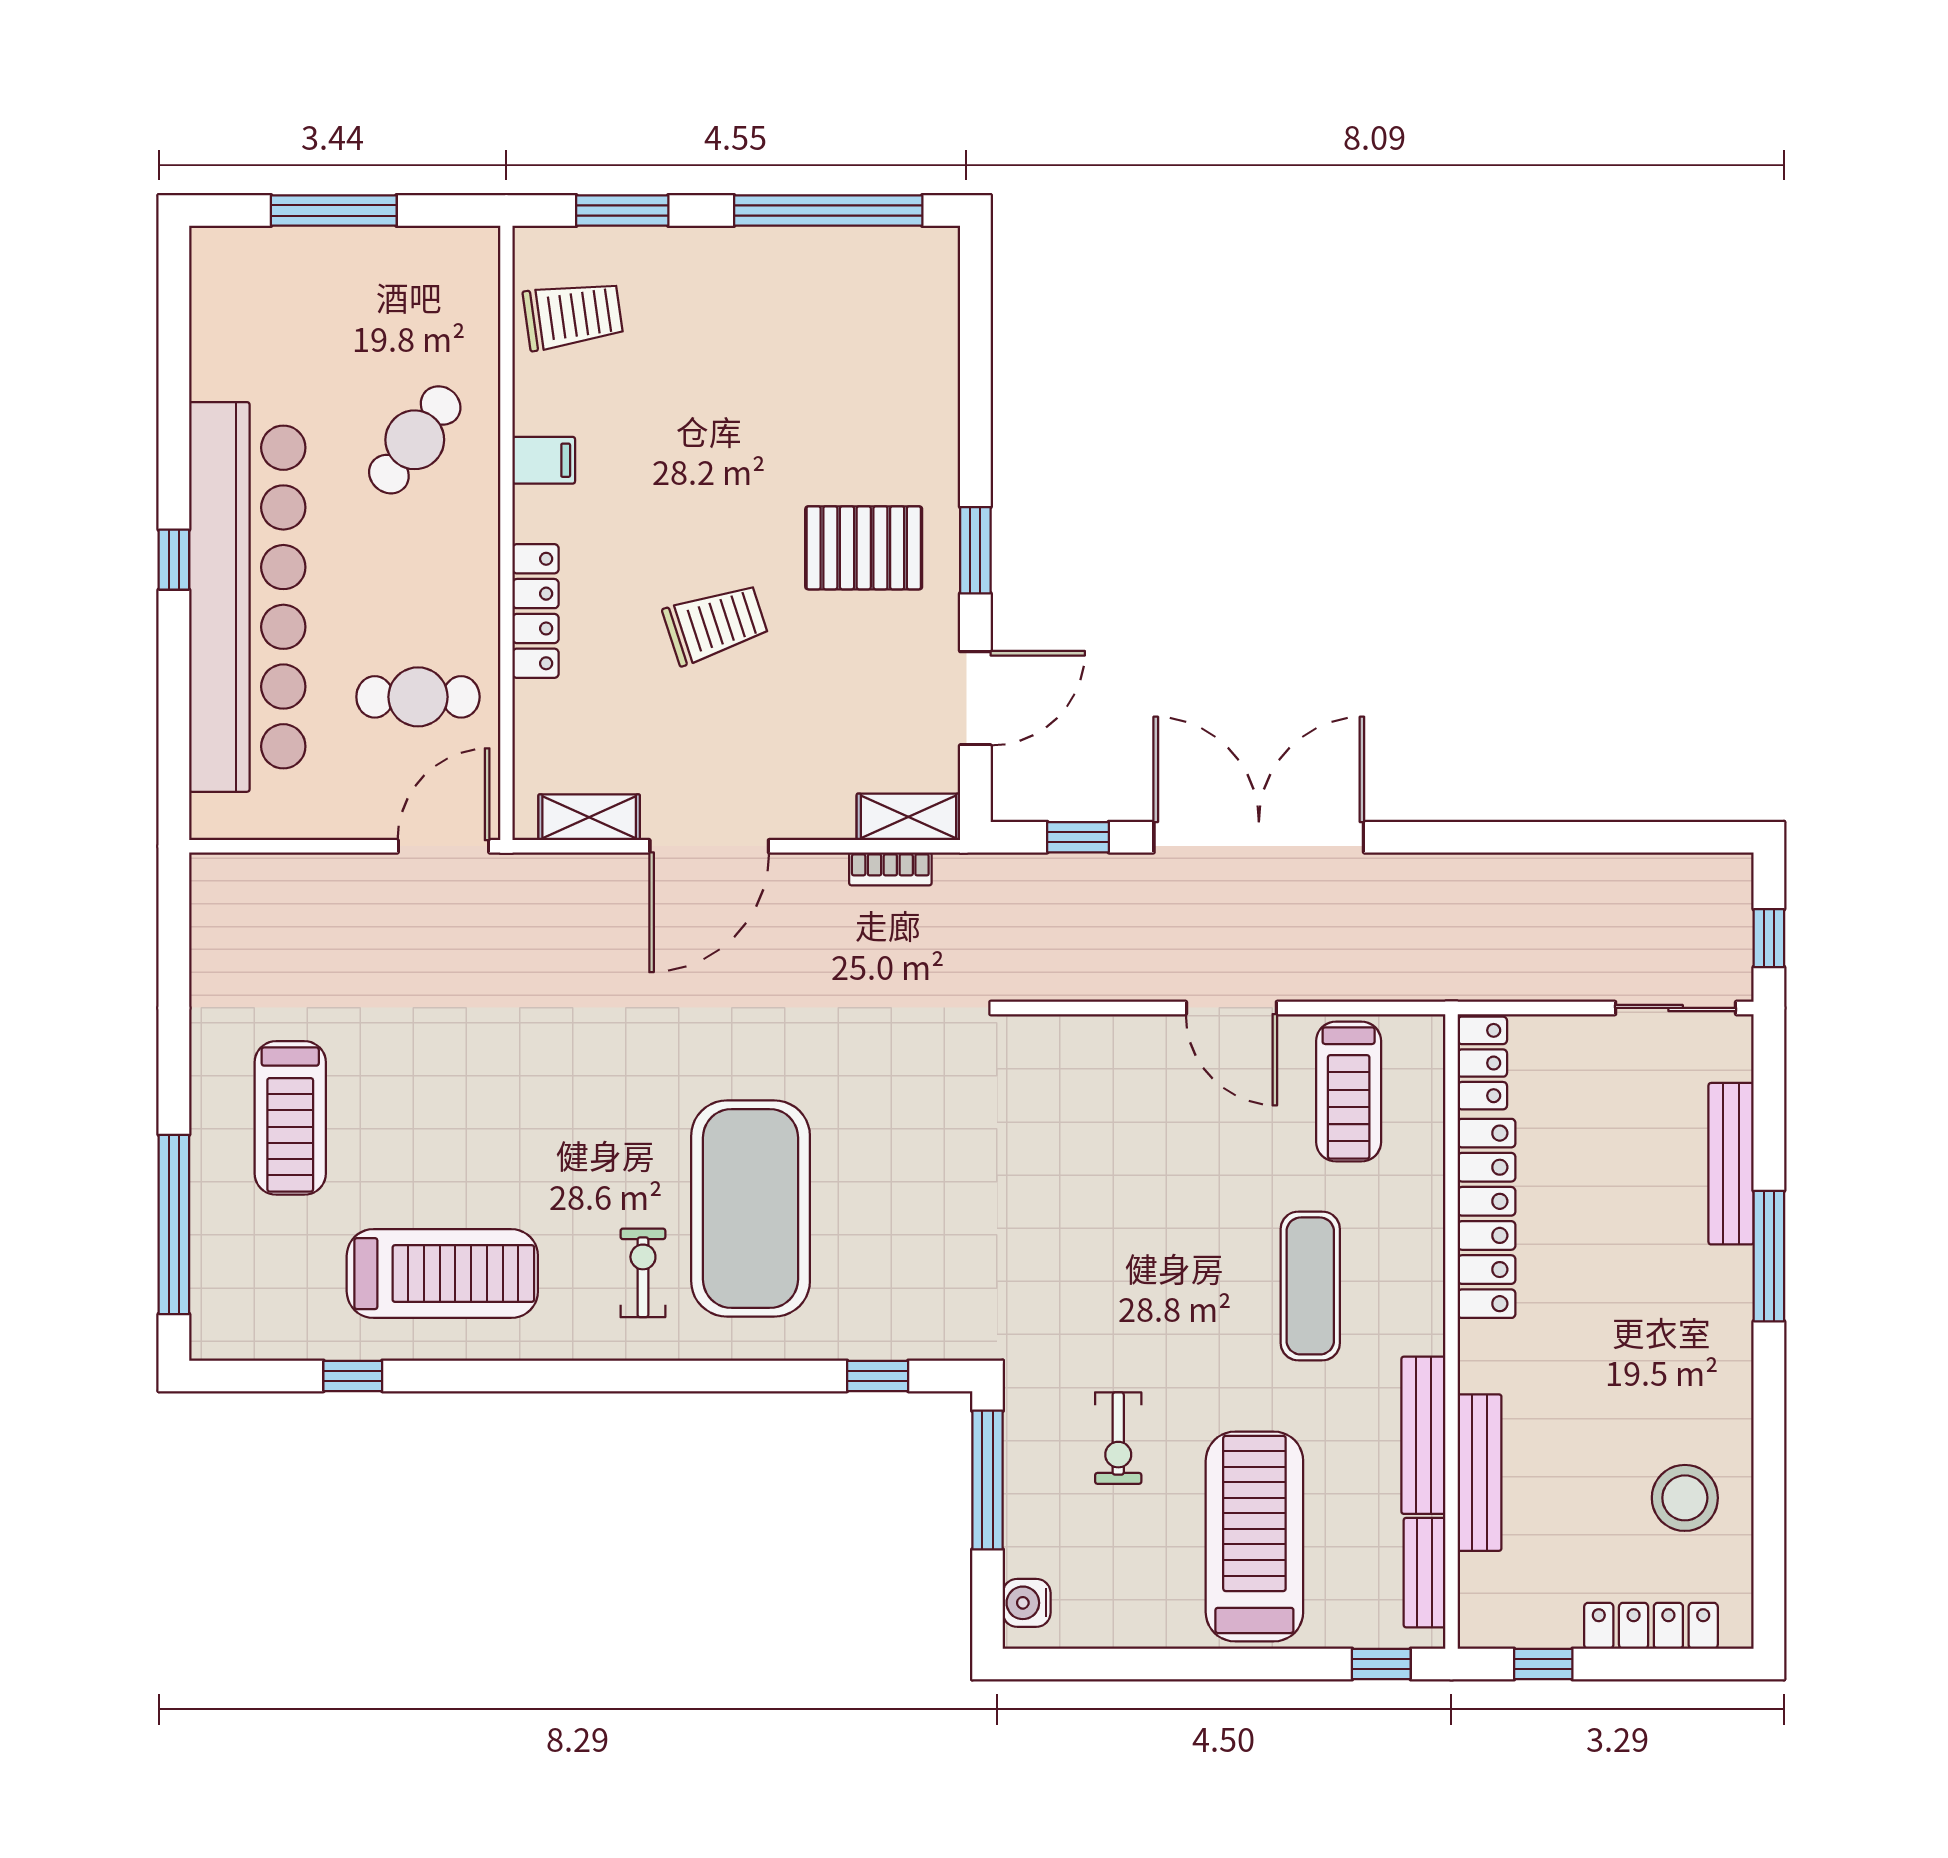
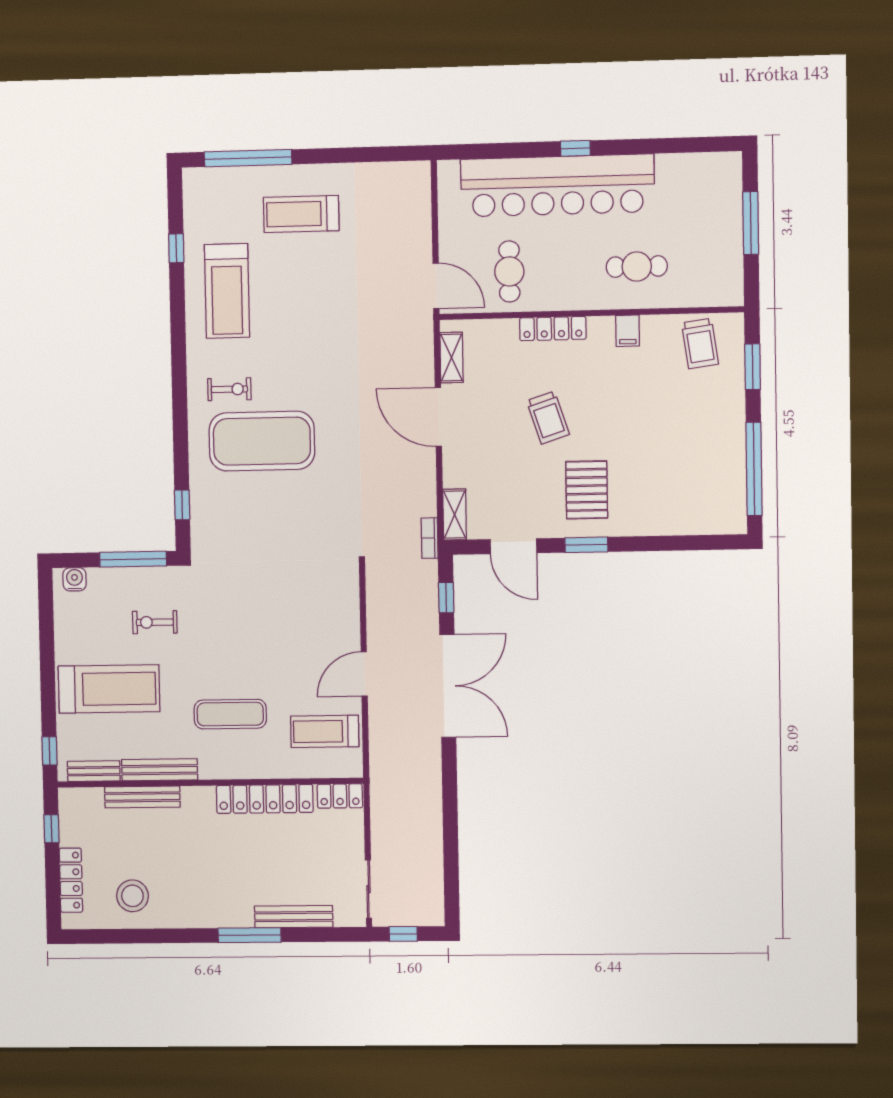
cafe table: (415, 440) -> (637, 267), turned -37
bookcase: (890, 869) -> (430, 538), moved

